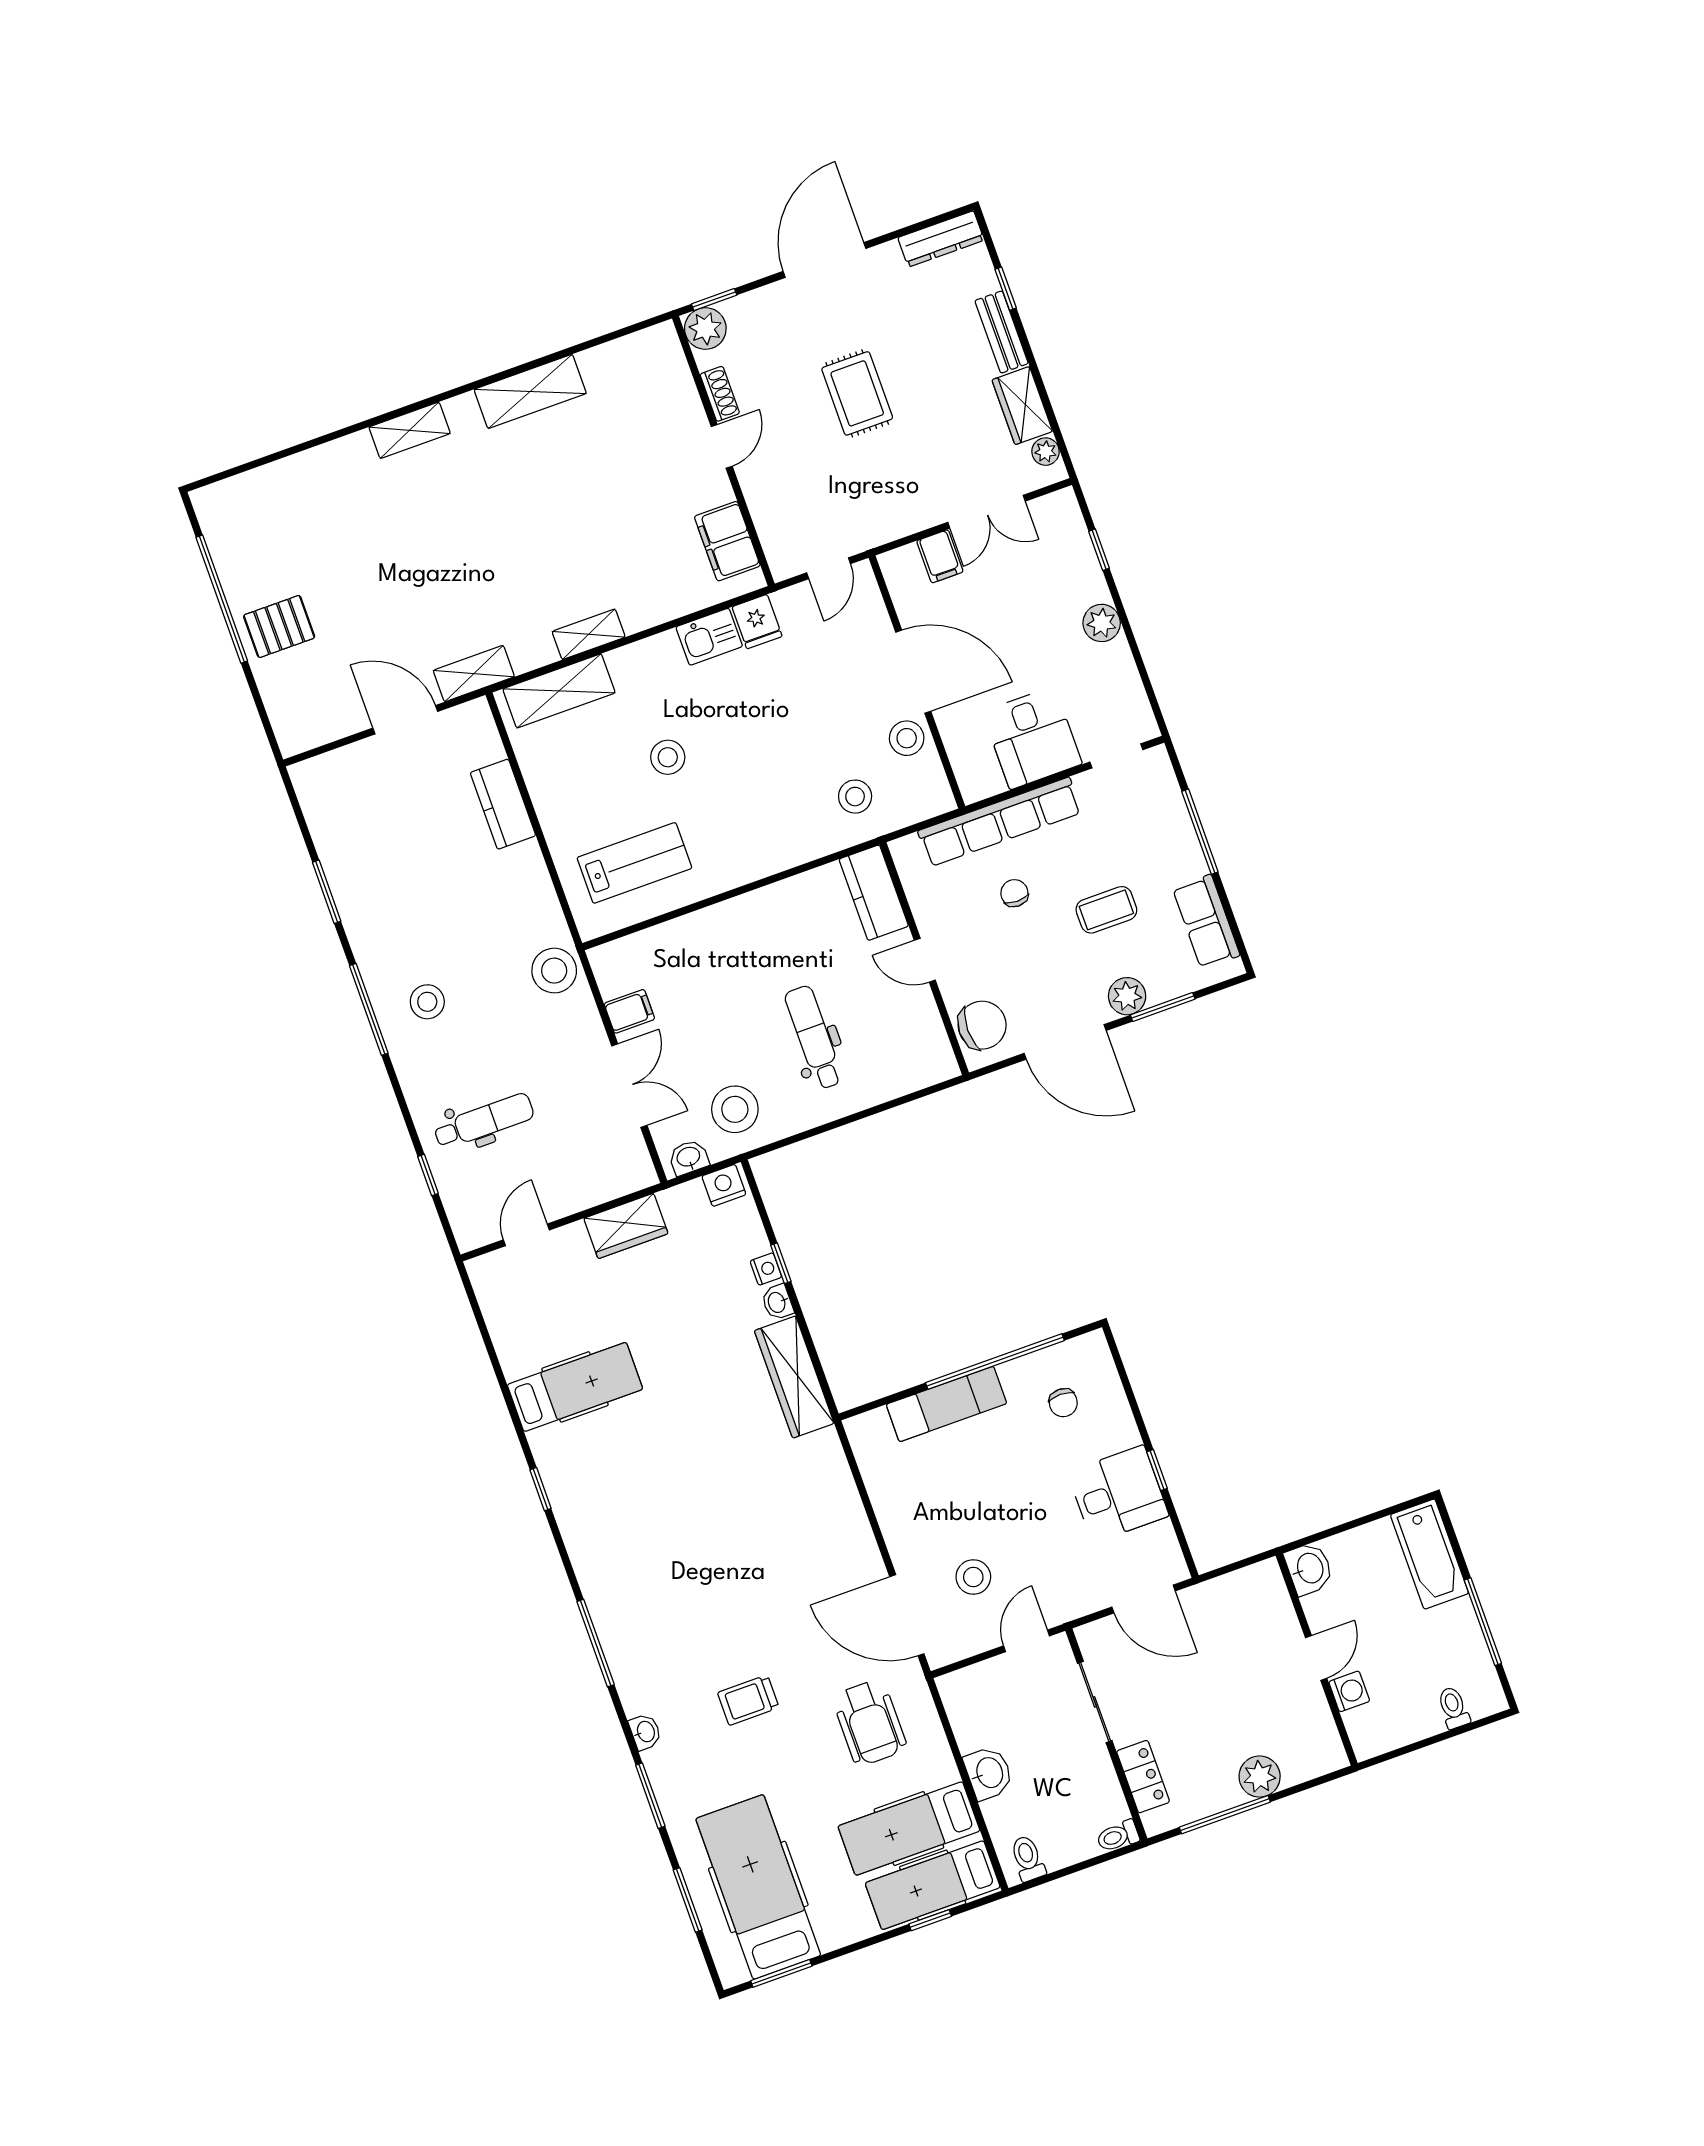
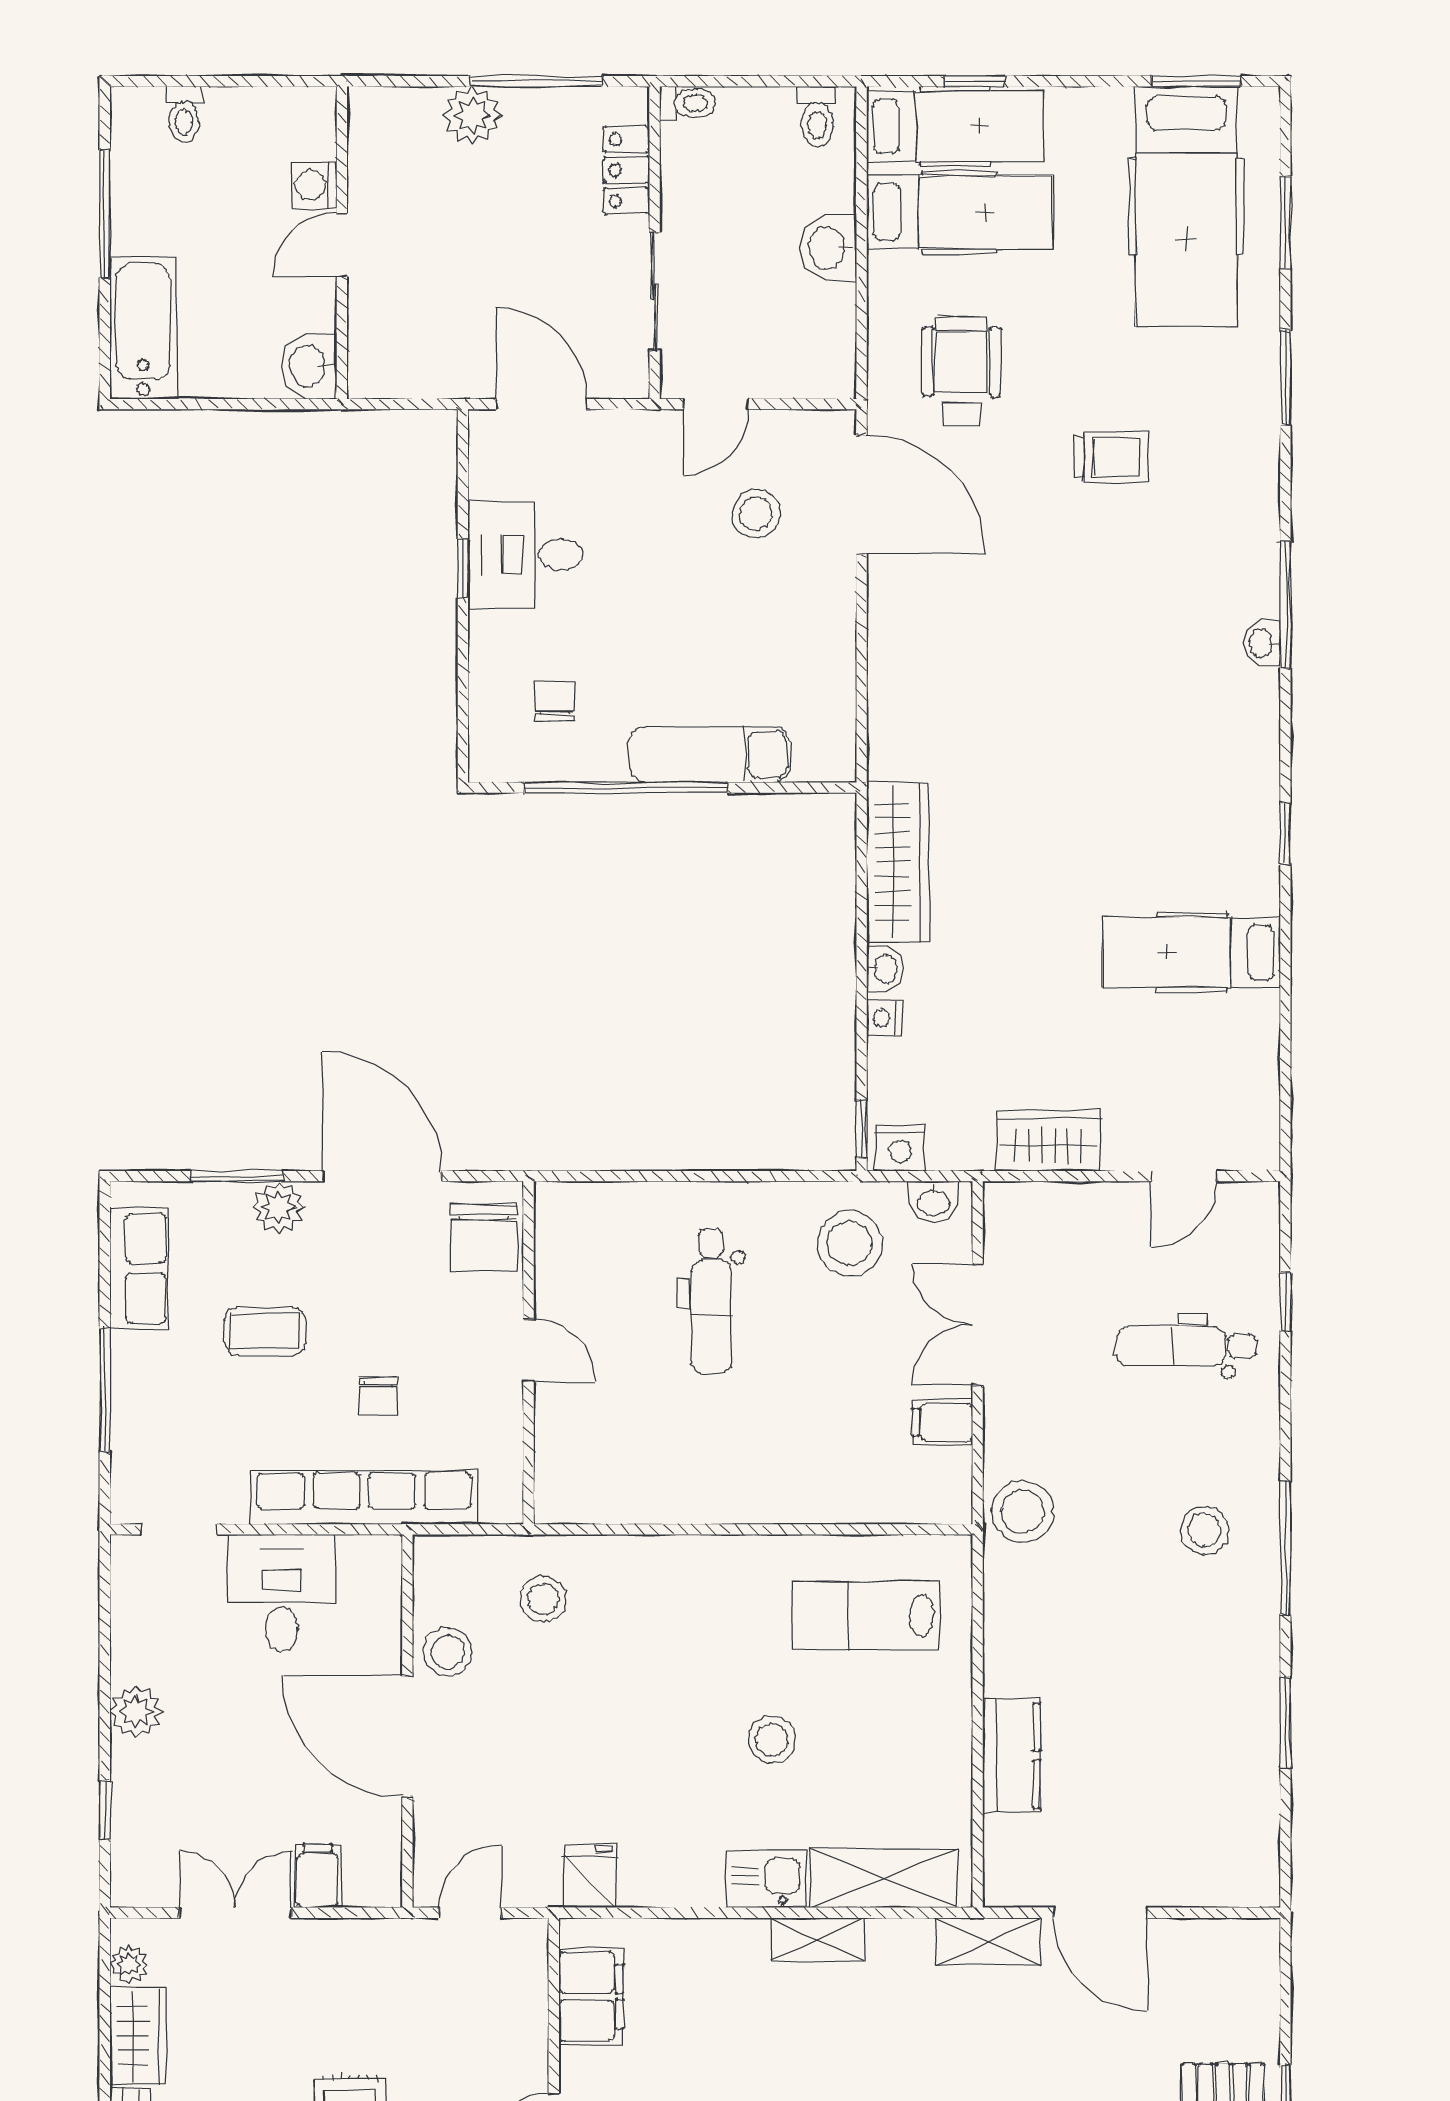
kitchen sink: (709, 637) -> (767, 1879), moved
kitchen counter: (874, 893) -> (564, 1463), removed
chair: (982, 1025) -> (484, 1237), turned -90
window: (781, 1263) -> (862, 1129), moved
washbasin: (645, 1732) -> (1262, 643), moved

